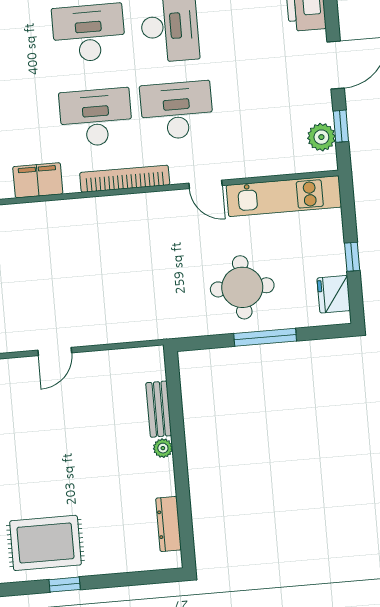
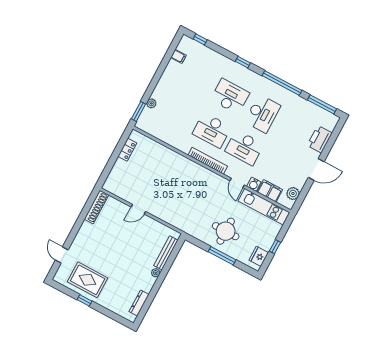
desk: (177, 111) -> (244, 148), turned 180
desk: (96, 117) -> (212, 130), turned 180
window: (341, 126) -> (303, 194), removed
water cooler: (238, 167) -> (254, 184), added
filing cabinet: (38, 180) -> (270, 191), moved
bench: (159, 409) -> (166, 253), width x1.36

